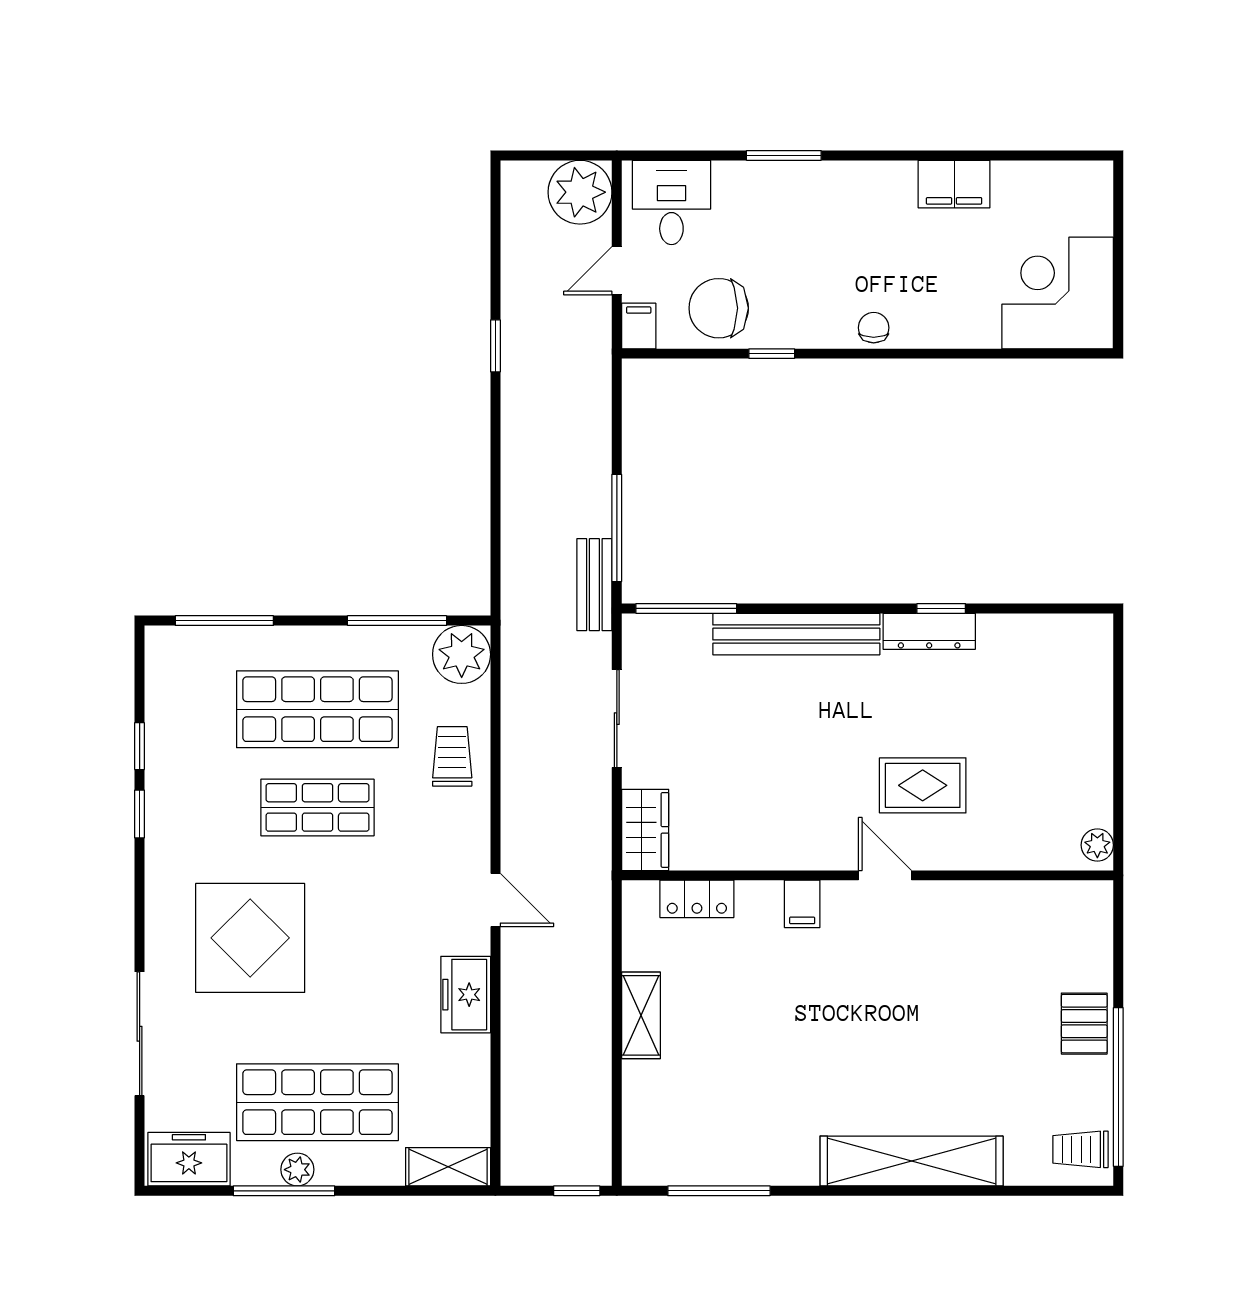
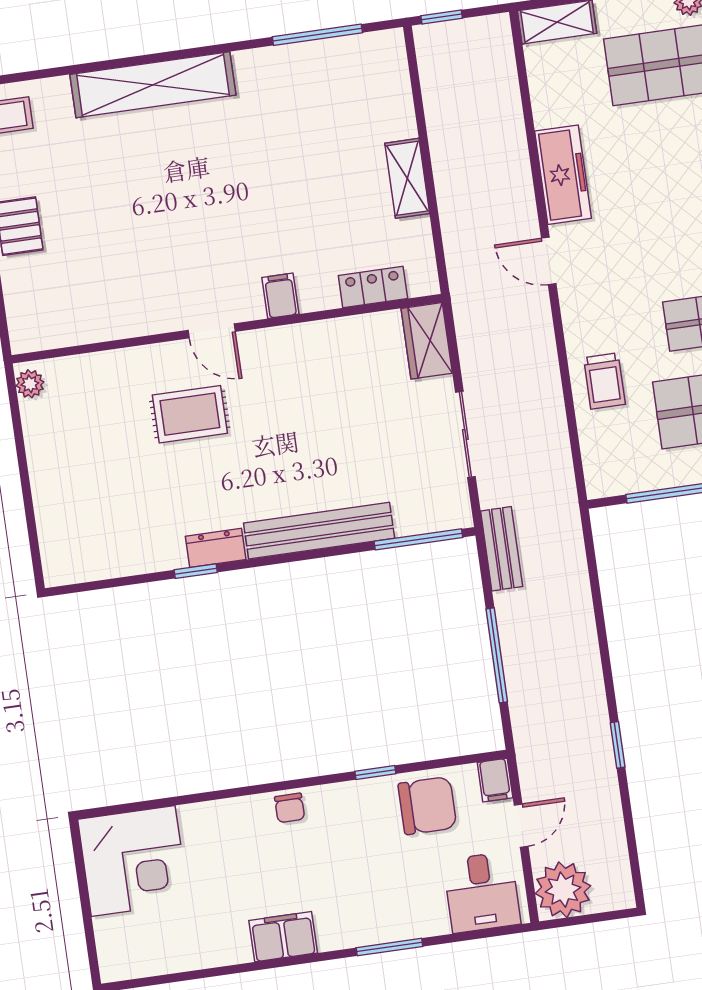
filing cabinet: (954, 184) -> (283, 937), moved
window: (617, 528) -> (497, 655), moved
dresser: (929, 631) -> (216, 548), width x0.70
plant: (462, 654) -> (609, 471), removed
freezer: (466, 995) -> (563, 175), width x1.40

